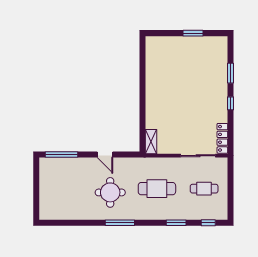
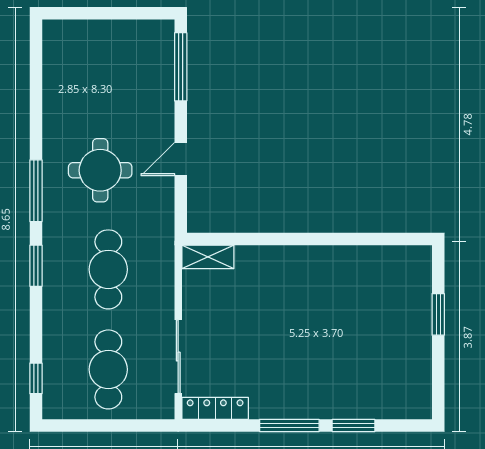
window: (193, 33) -> (438, 314), moved
window: (230, 103) -> (289, 425), width x2.17
cafe table: (204, 189) -> (108, 369), width x1.37, depth x1.35
window: (176, 223) -> (36, 266), moved

